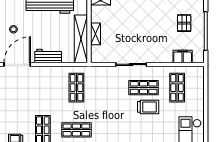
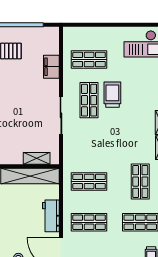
shelving: (96, 34) -> (37, 158), moved
filing cabinet: (183, 57) -> (51, 67), moved
shop shelf: (43, 88) -> (89, 222), added

